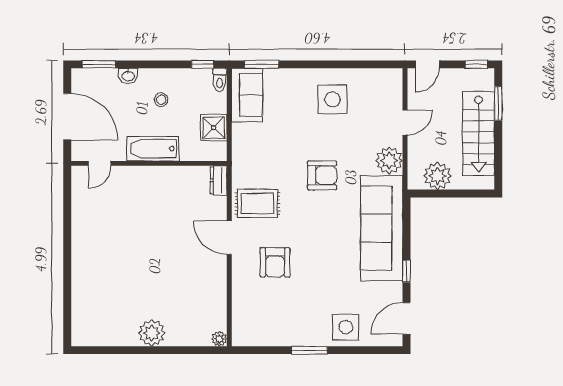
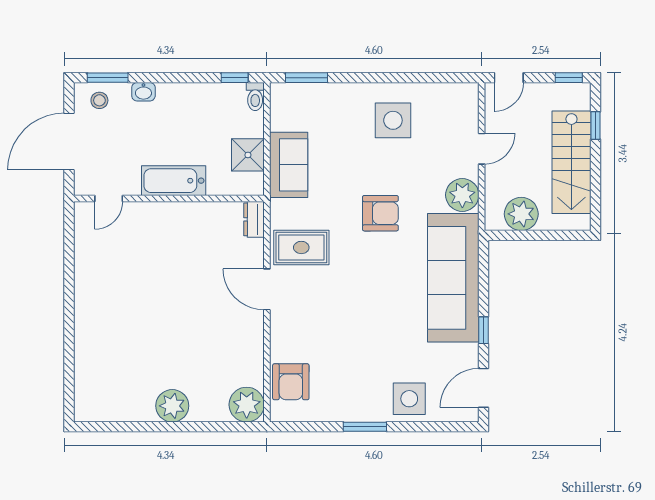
sofa: (247, 95) -> (289, 165), moved
stool: (161, 100) -> (99, 100), moved
window: (498, 104) -> (595, 126), width x0.67
door: (67, 117) -> (69, 142), swing flipped
armchair: (275, 262) -> (291, 382), moved
plant: (219, 339) -> (247, 405), width x1.88, depth x1.88

